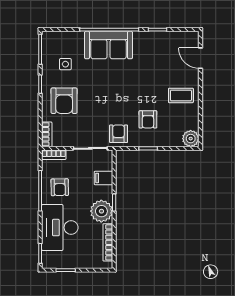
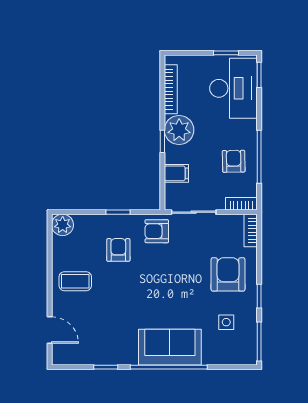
armchair: (119, 134) -> (157, 231), turned 90
desk: (60, 228) -> (233, 88), moved

